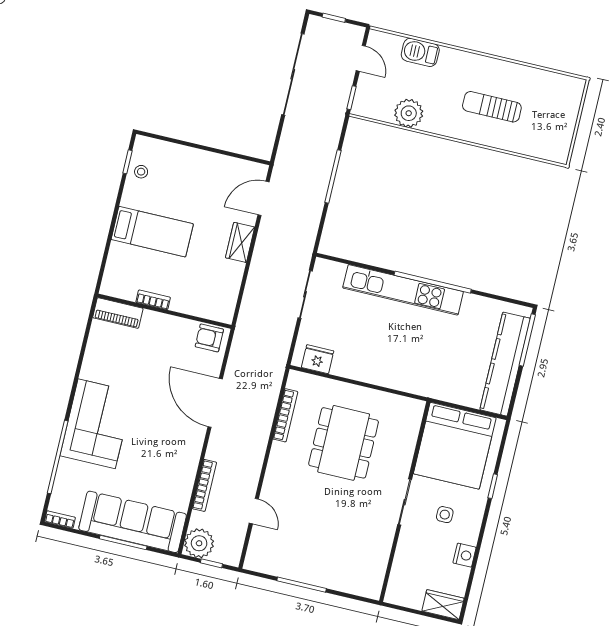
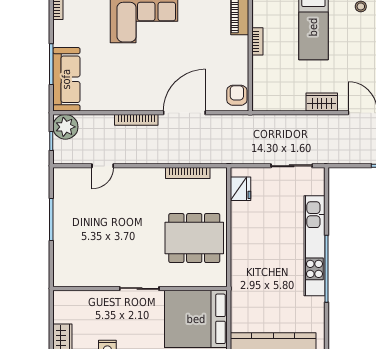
dining table: (344, 443) -> (194, 238), moved
bookcase: (204, 485) -> (136, 120), moved
side table: (445, 515) -> (137, 324), removed
sofa: (133, 522) -> (66, 79), width x0.74, depth x0.79

